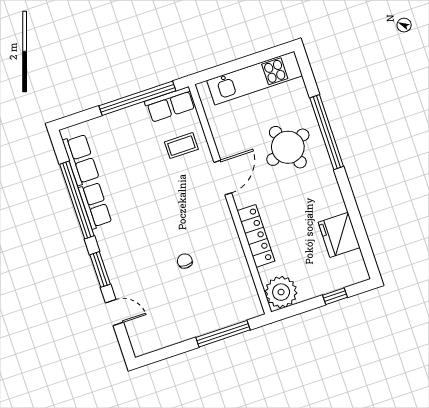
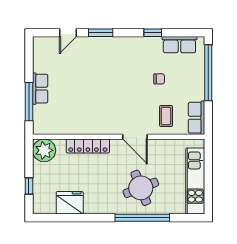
window: (137, 98) -> (208, 73), moved
window: (77, 200) -> (153, 33), width x0.32
row of seats: (95, 205) -> (40, 89), moved, turned -90
chair: (185, 261) -> (159, 79), moved

